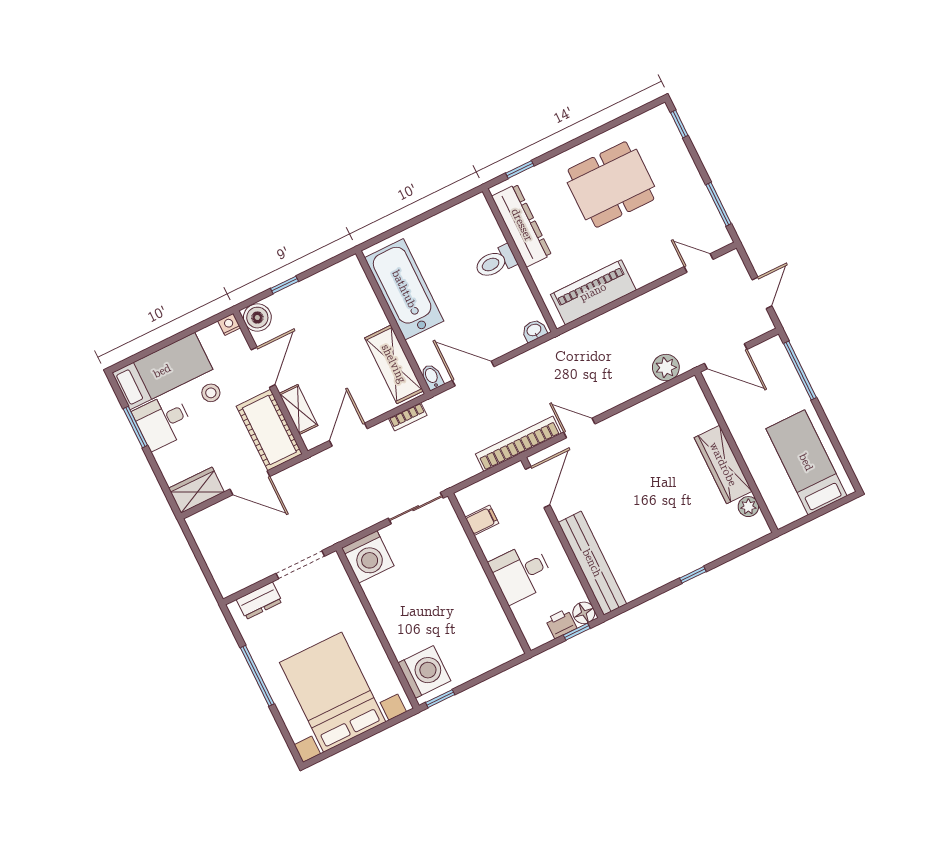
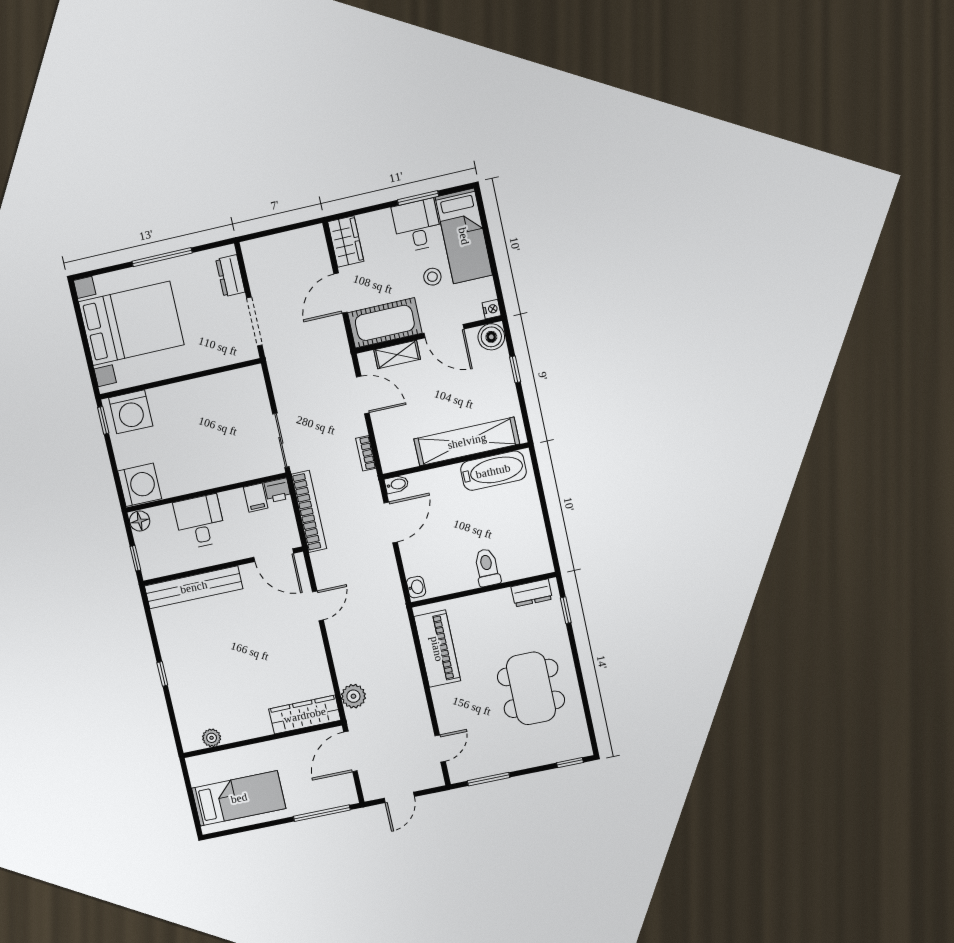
dresser: (522, 225) -> (532, 593), width x0.51, depth x0.80
bathtub: (404, 289) -> (493, 471), width x0.73, depth x0.73
door: (762, 293) -> (399, 797), hinge flipped
shelving: (394, 364) -> (467, 441), moved, width x1.47
bookcase: (518, 444) -> (309, 511), moved
wardrobe: (723, 464) -> (305, 715), moved
washing machine: (368, 557) -> (140, 485), moved, turned 180
floor lamp: (584, 613) -> (140, 521), moved
printer: (561, 624) -> (278, 490), moved, turned 90

